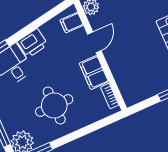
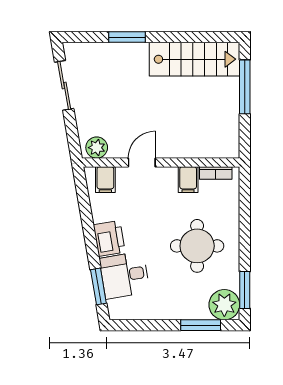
door: (94, 42) -> (142, 162), hinge flipped
filing cabinet: (94, 73) -> (188, 180), width x0.50

